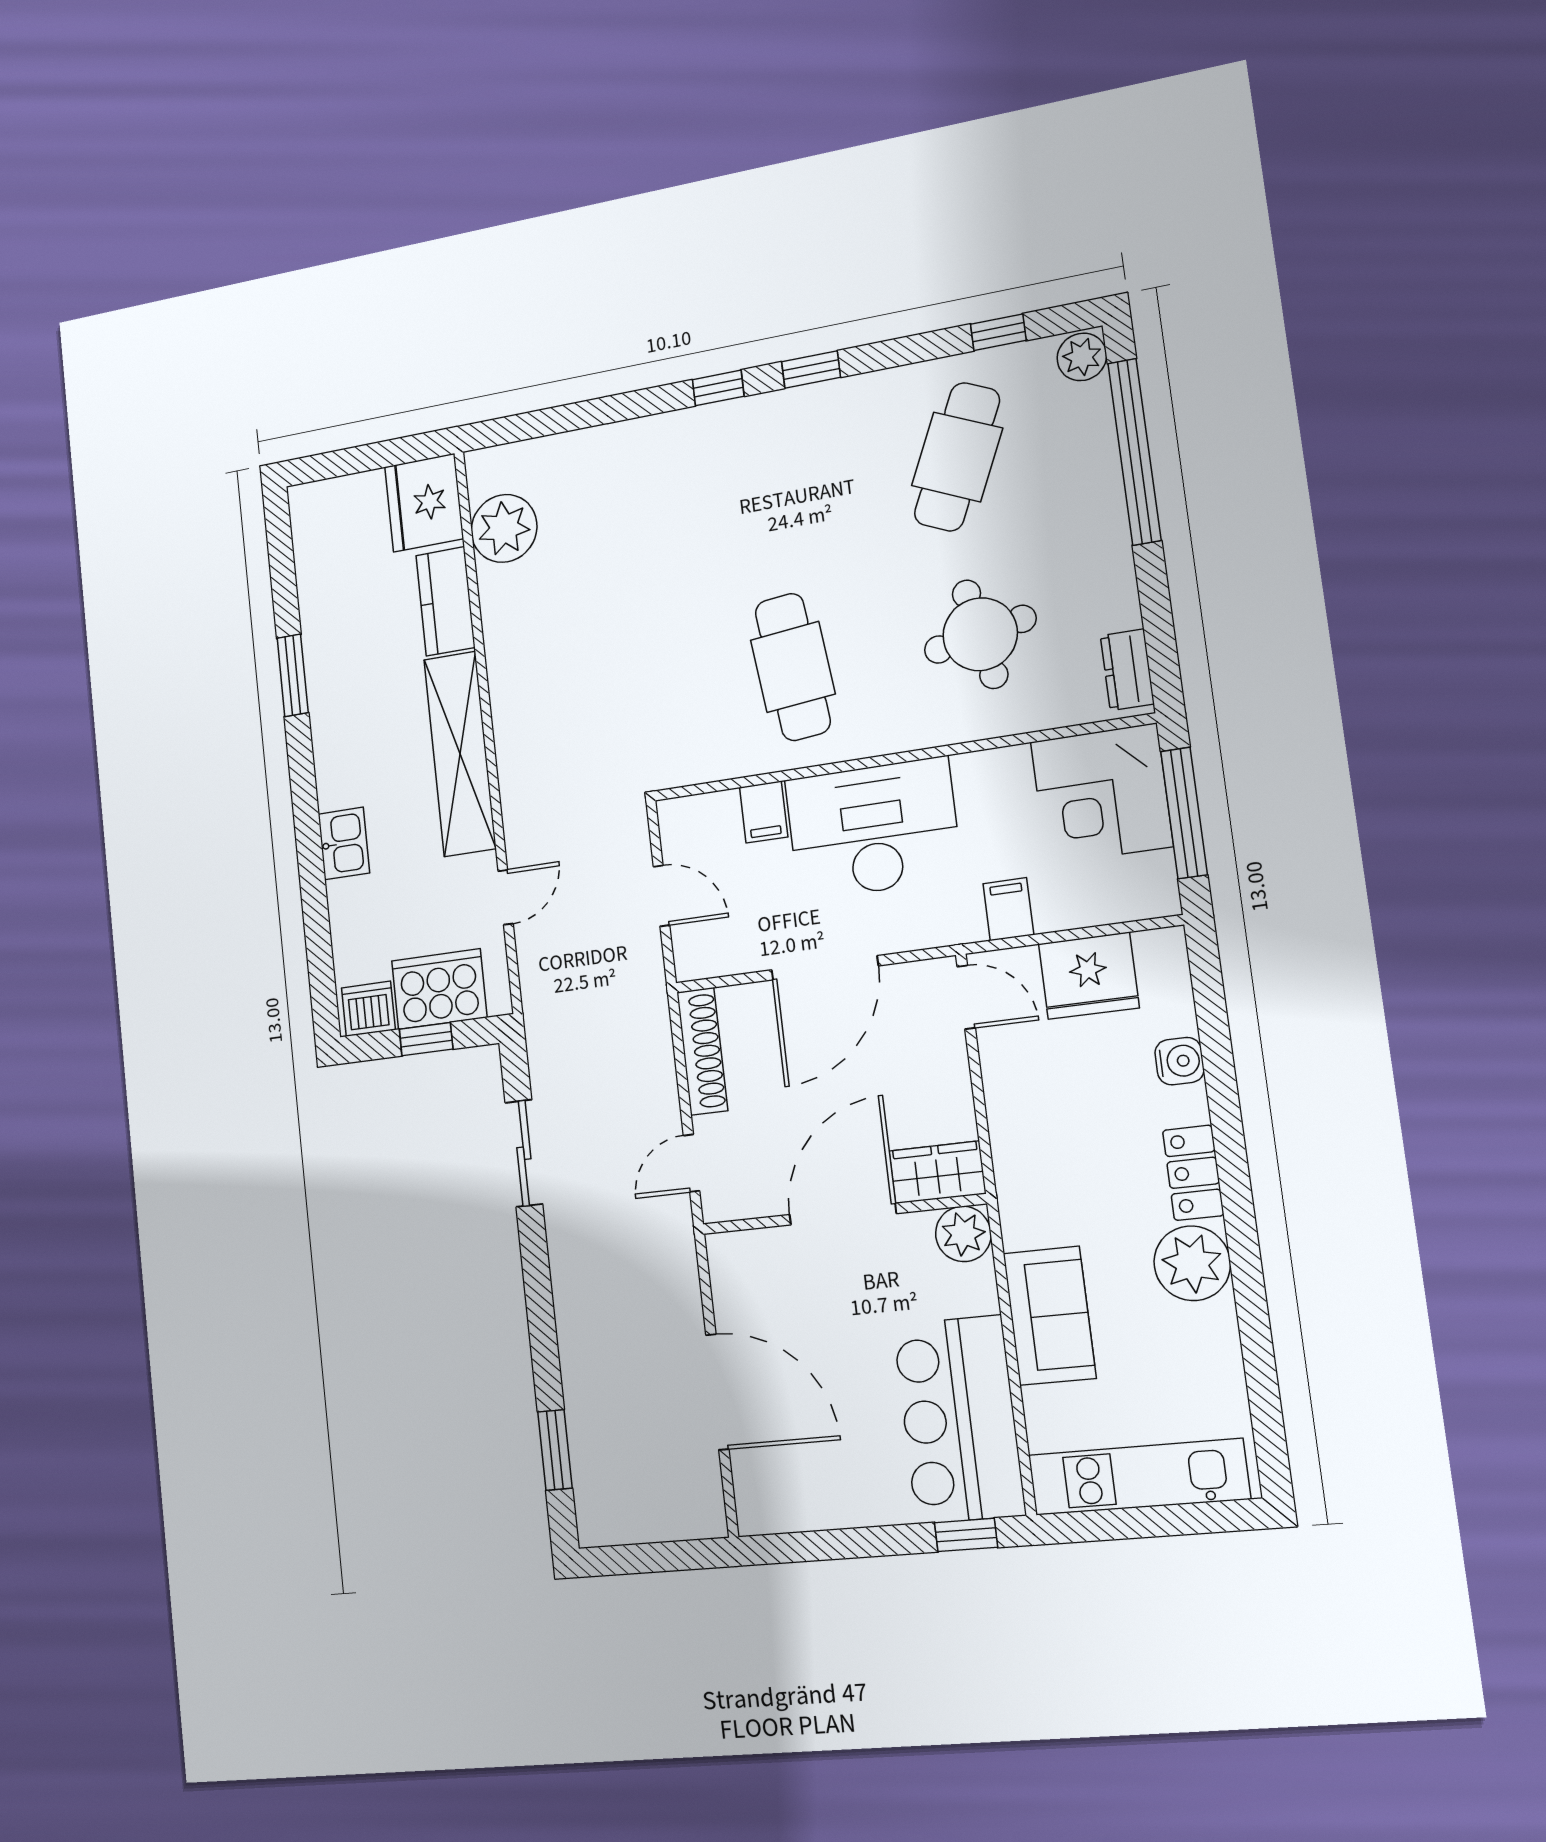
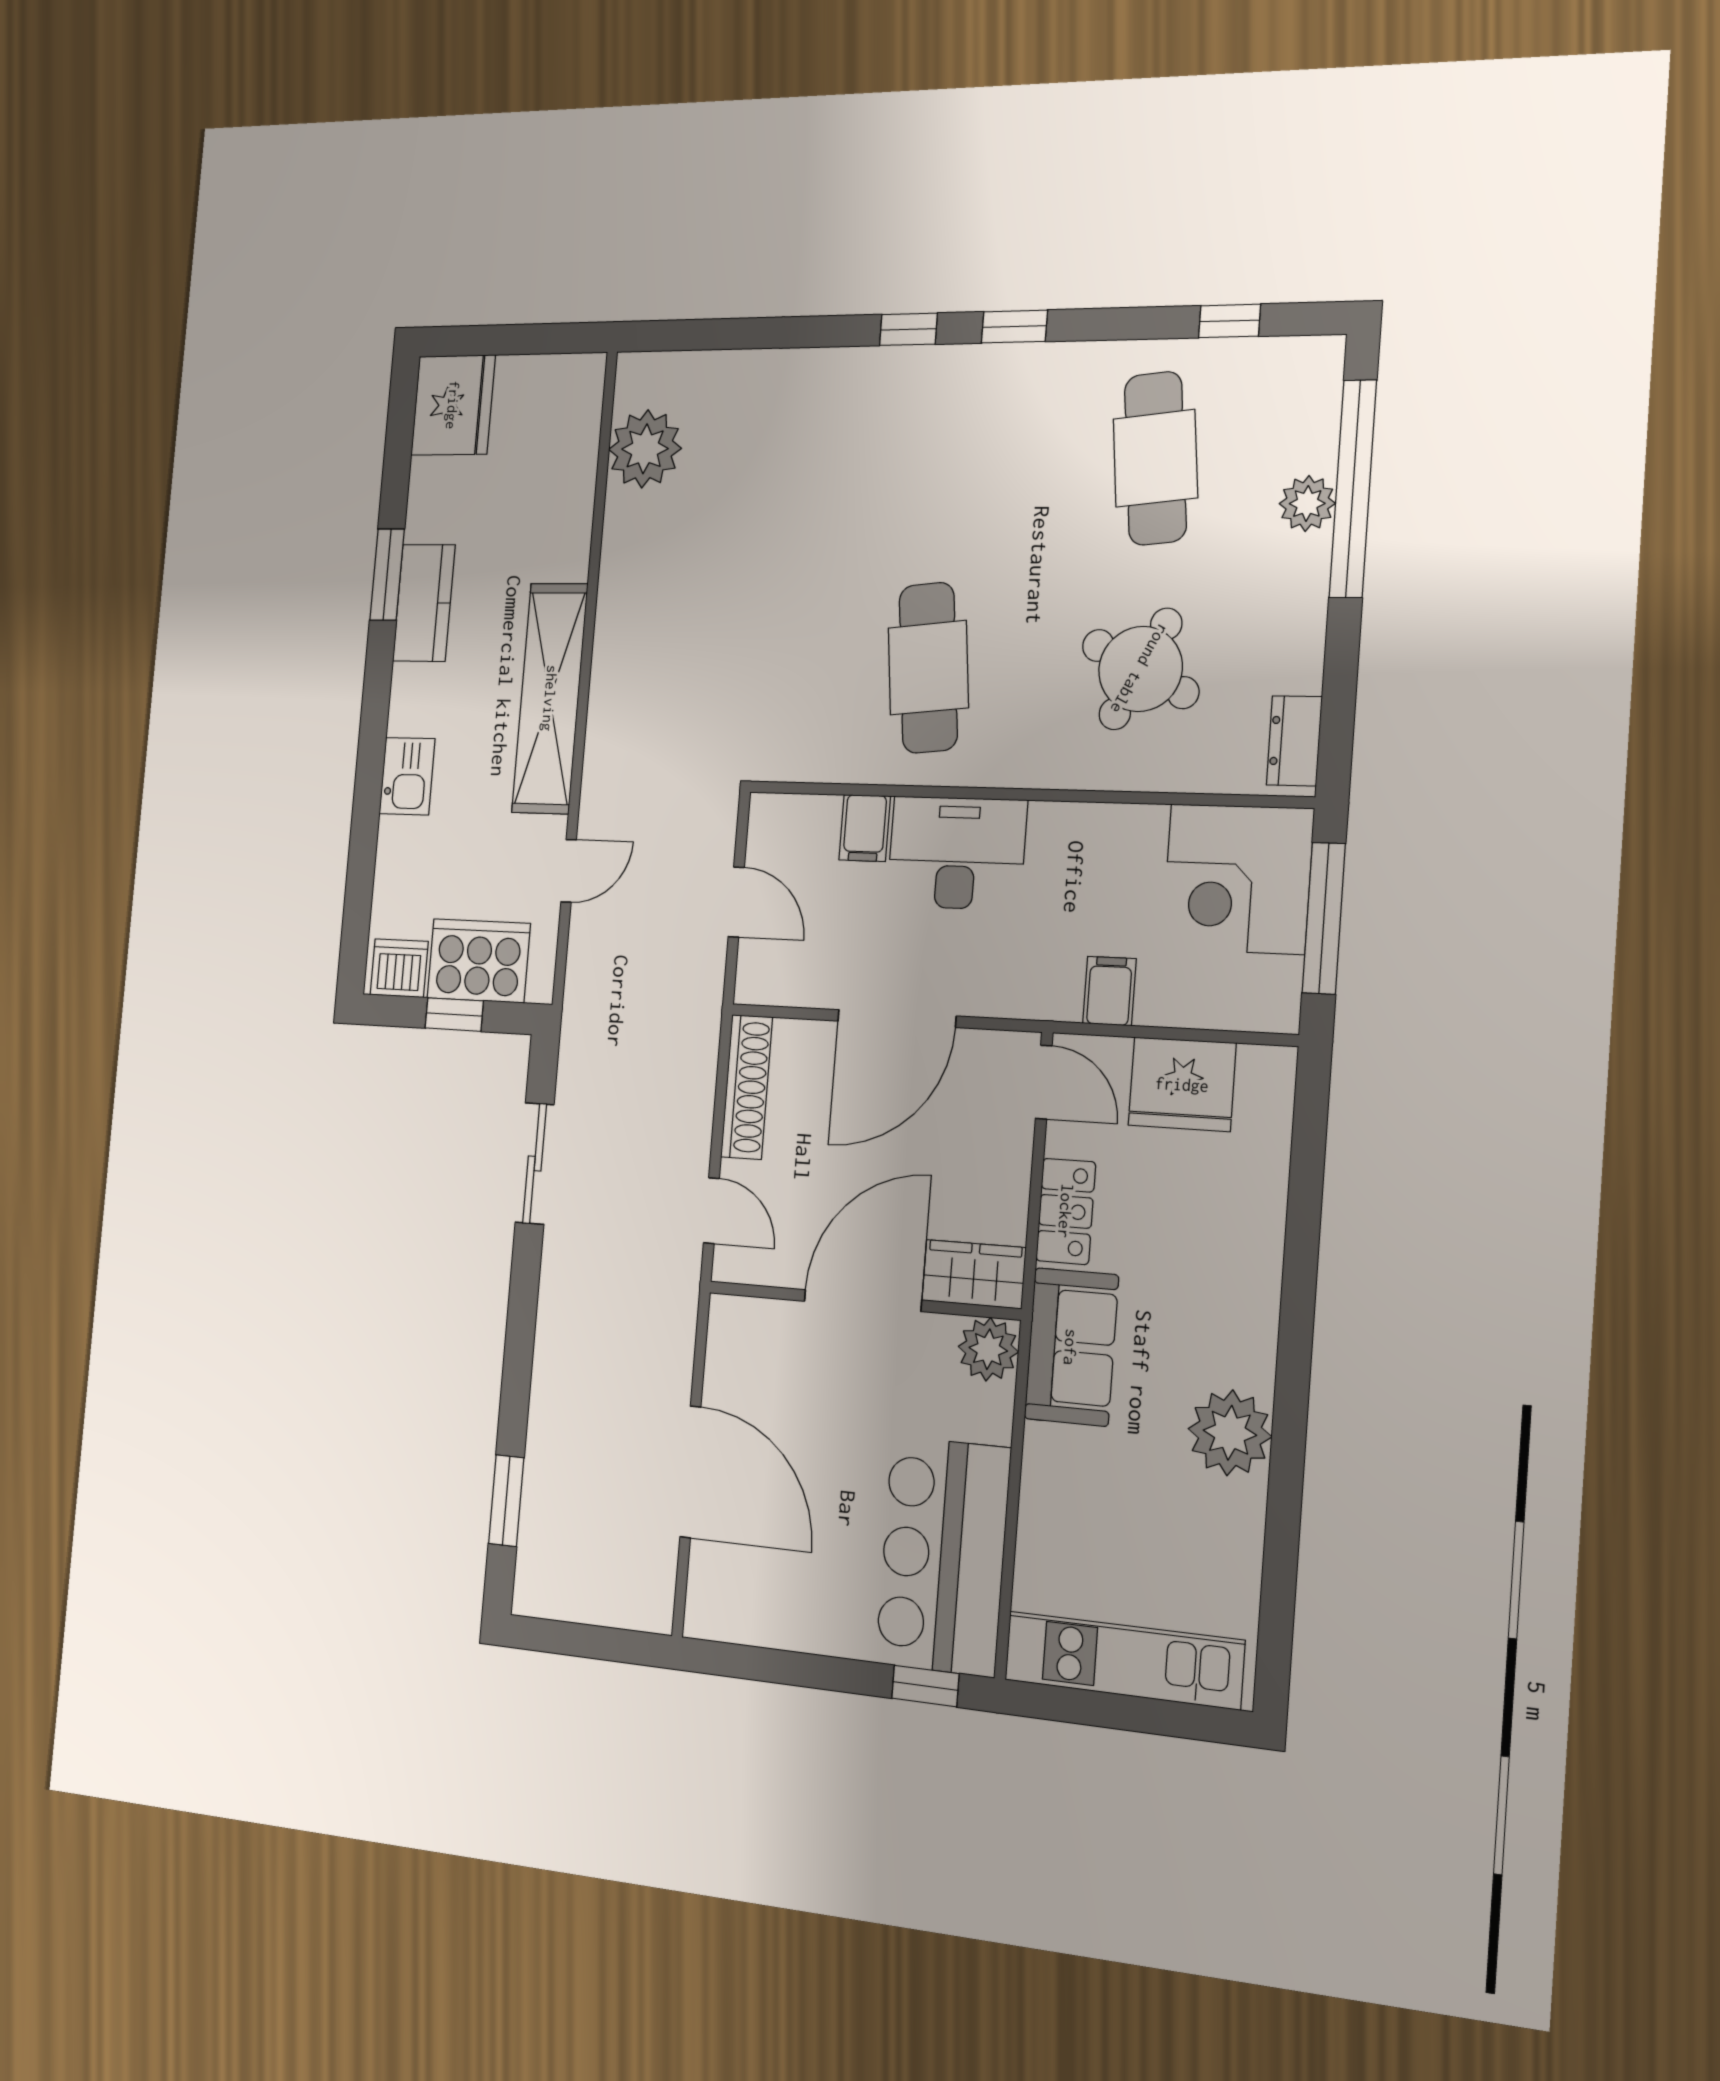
plant: (1082, 357) -> (1307, 503), moved
cafe table: (957, 457) -> (1155, 458), turned -30
fridge: (424, 503) -> (453, 405), moved, turned 180
kitchen counter: (445, 601) -> (424, 603), moved, turned 180
round table: (980, 634) -> (1140, 669), turned 38
desk: (873, 829) -> (957, 853), width x0.73, depth x0.77
water cooler: (1179, 1061) -> (1262, 1201), removed
door: (692, 1163) -> (711, 1211), swing flipped
locker: (1193, 1173) -> (1066, 1211), moved, turned 180
sofa: (1049, 1316) -> (1071, 1347), moved

